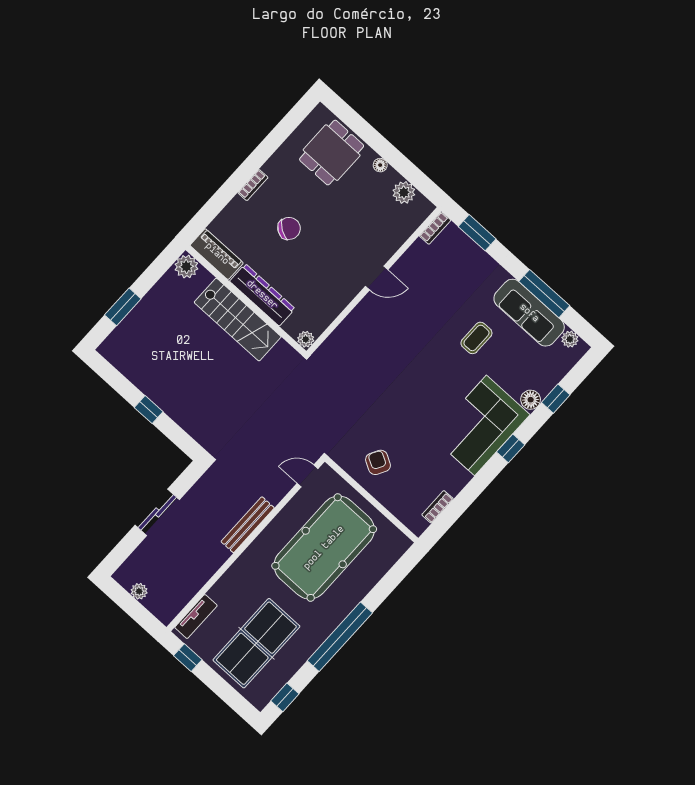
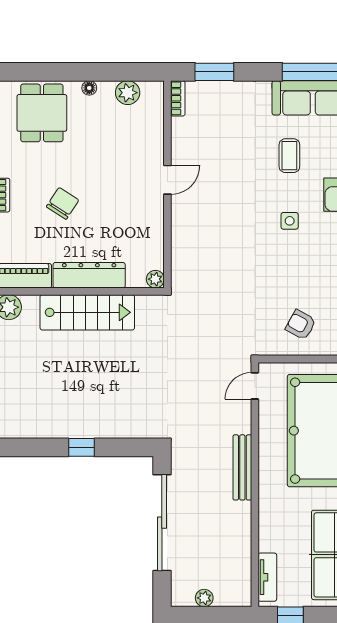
side table: (436, 383) -> (290, 221), added
sliding door: (157, 512) -> (162, 523), width x1.86

